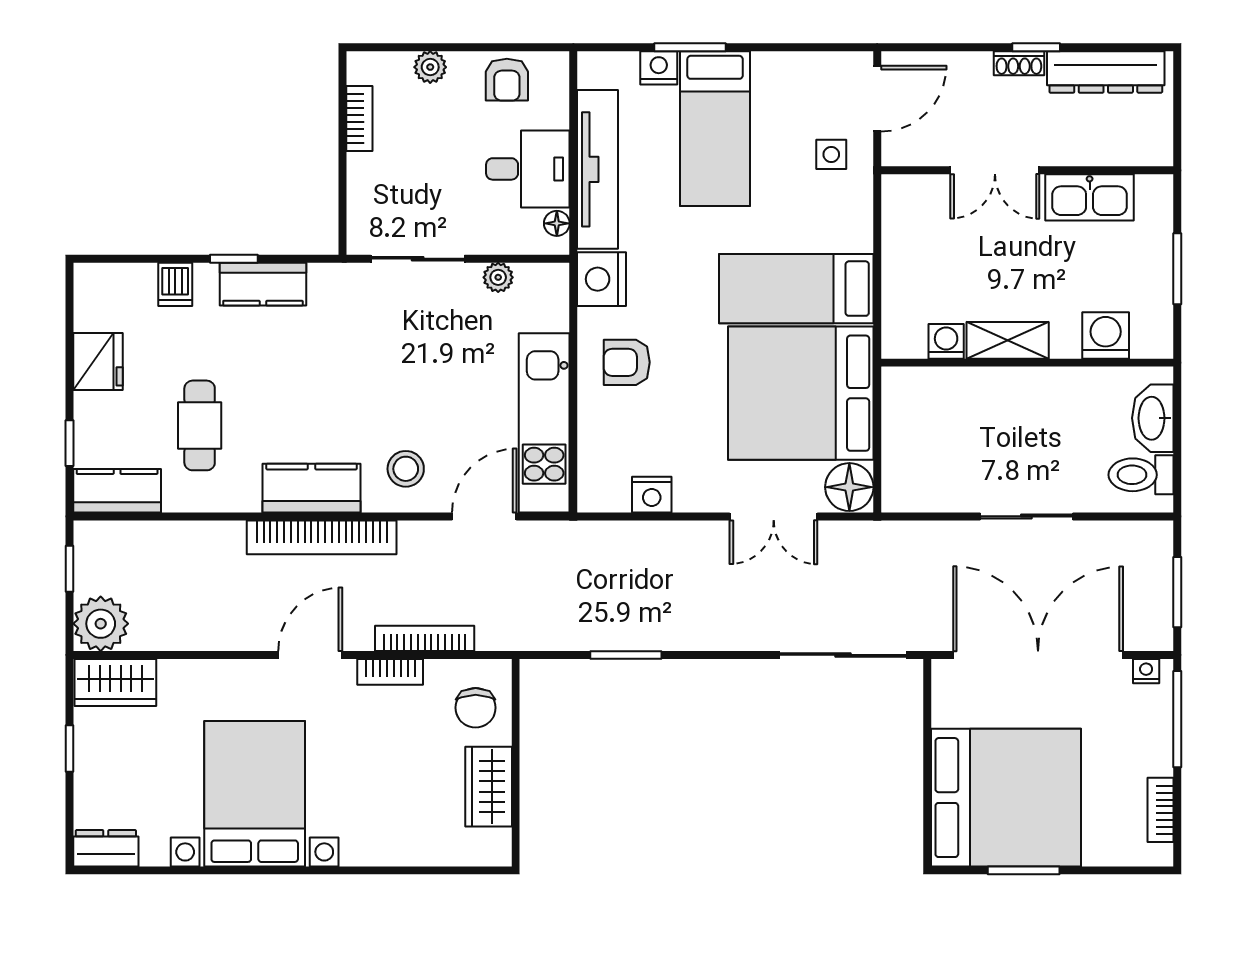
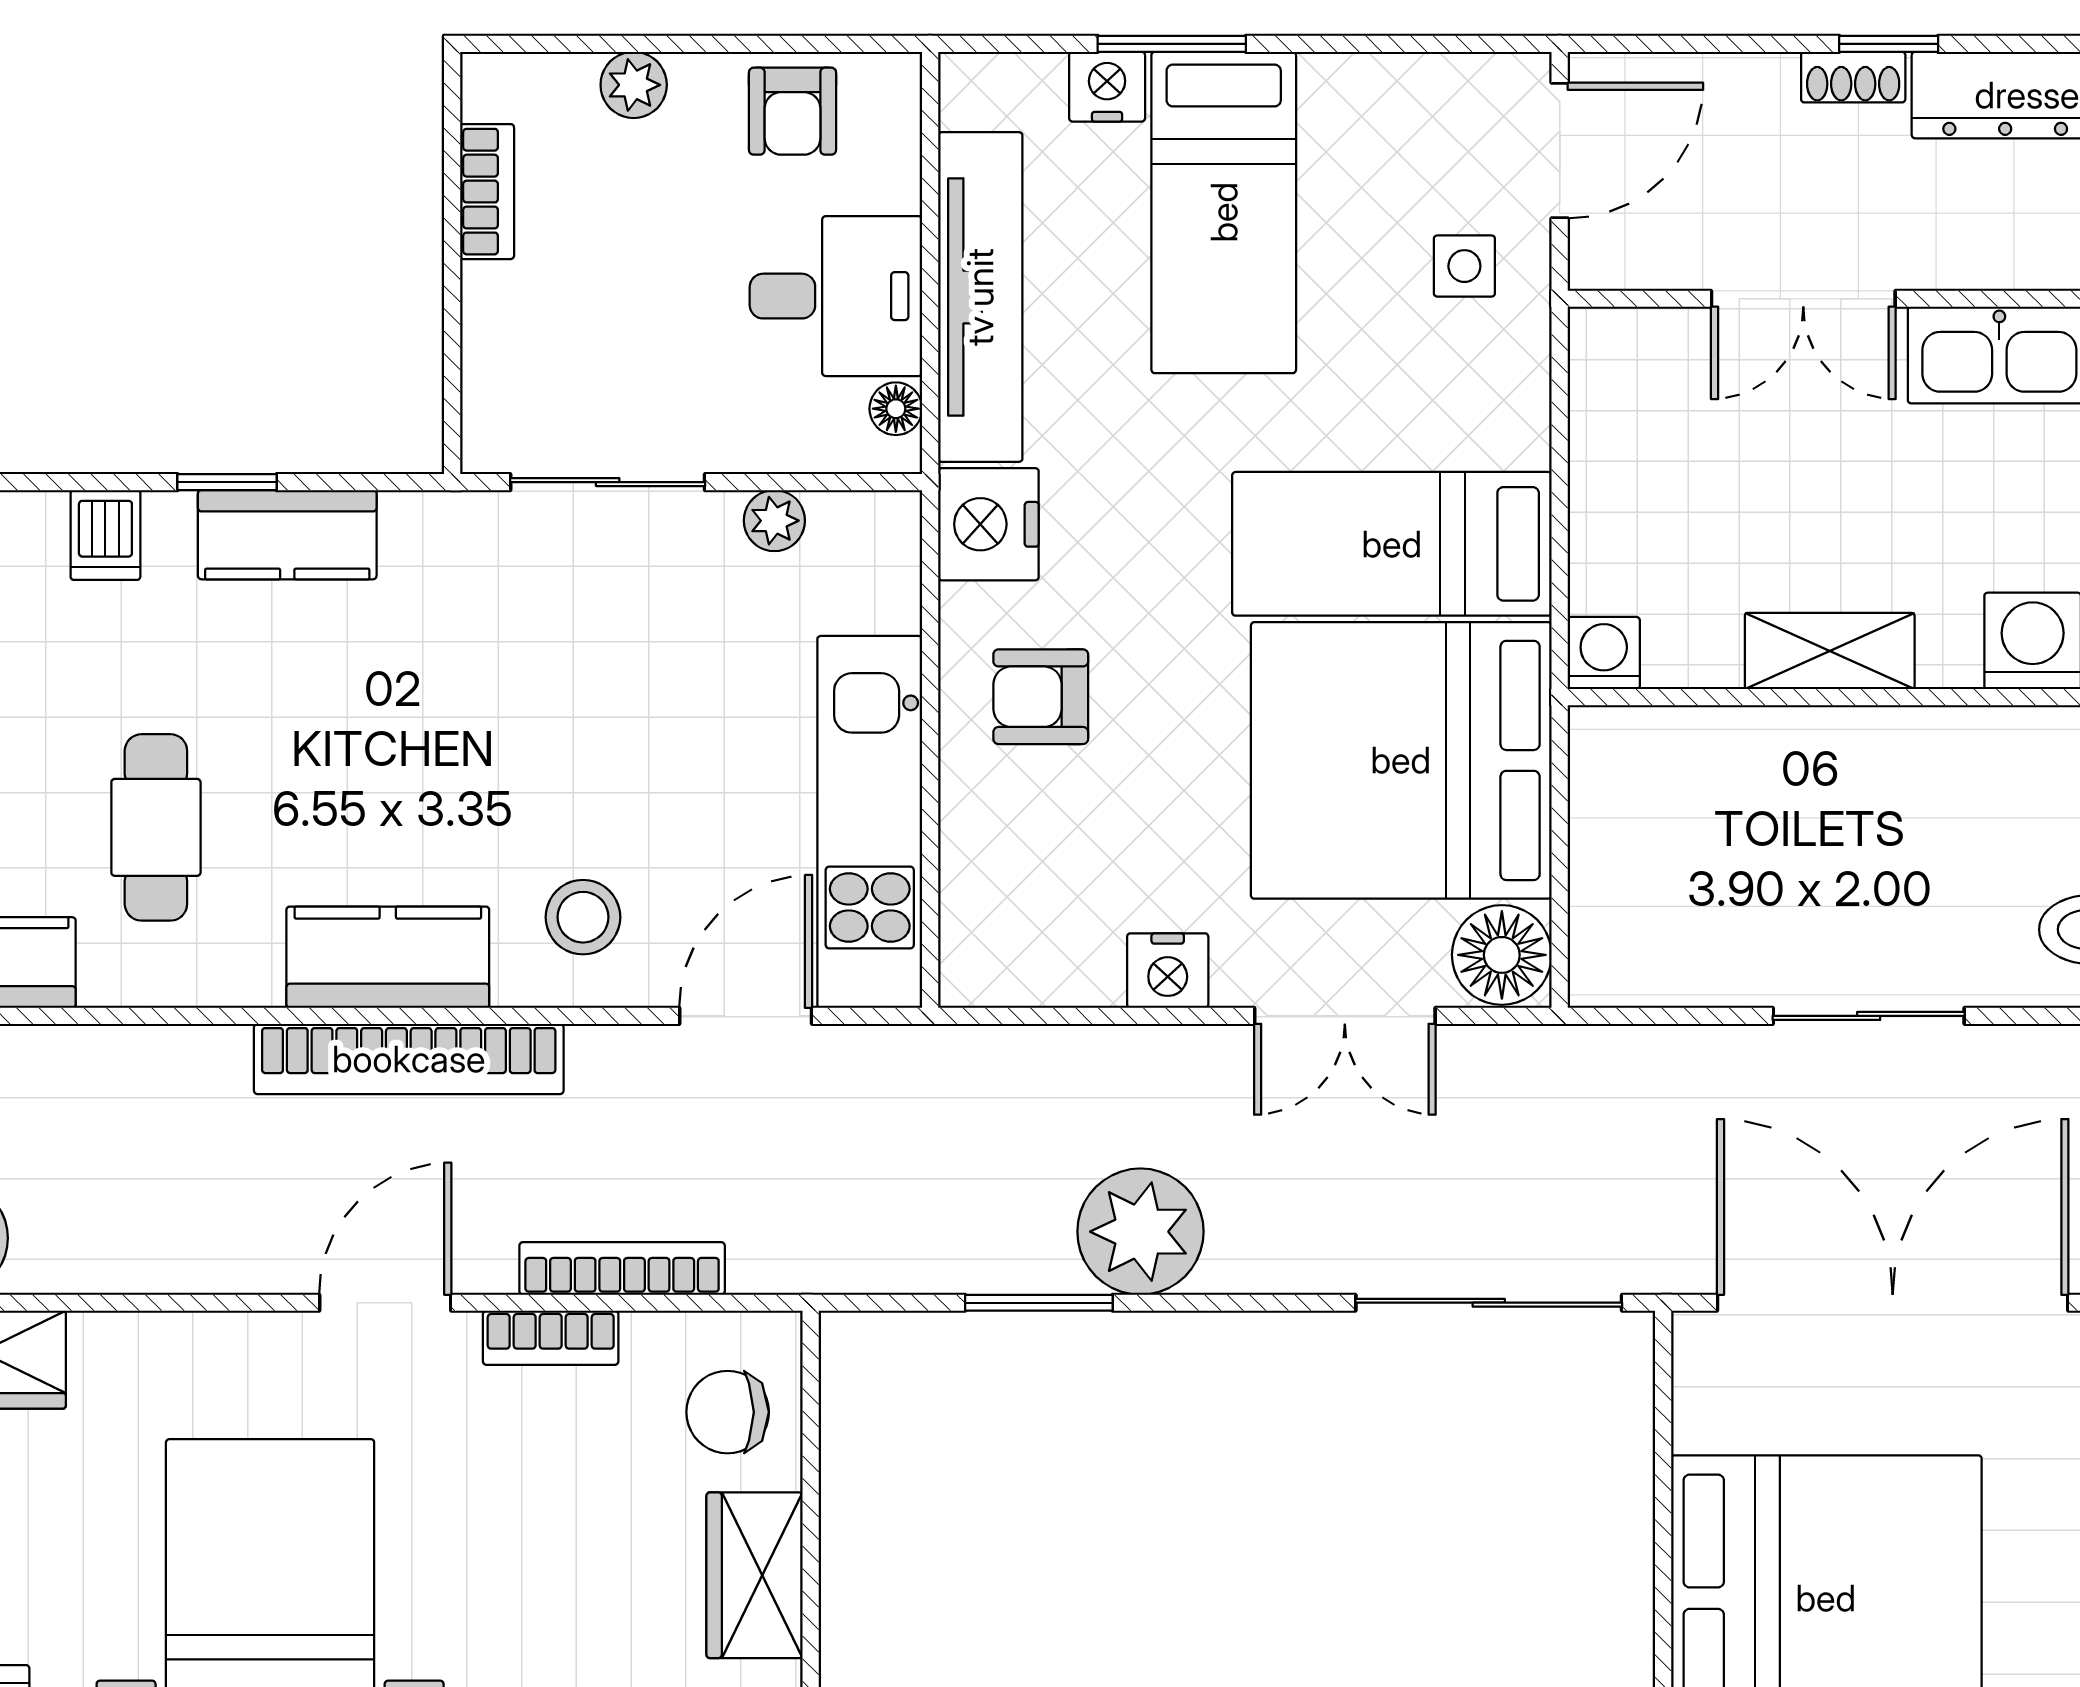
washing machine: (946, 341) -> (1604, 653), moved
nightstand: (652, 495) -> (1168, 971), moved
plant: (675, 621) -> (1140, 1232), added
chair: (476, 708) -> (728, 1412), turned 90

